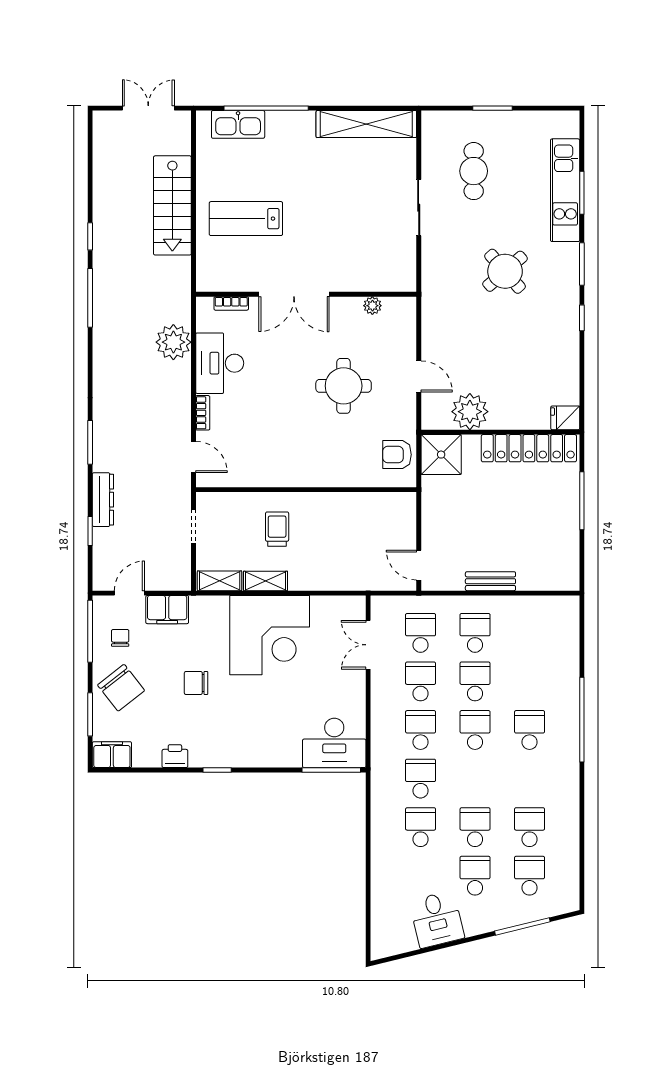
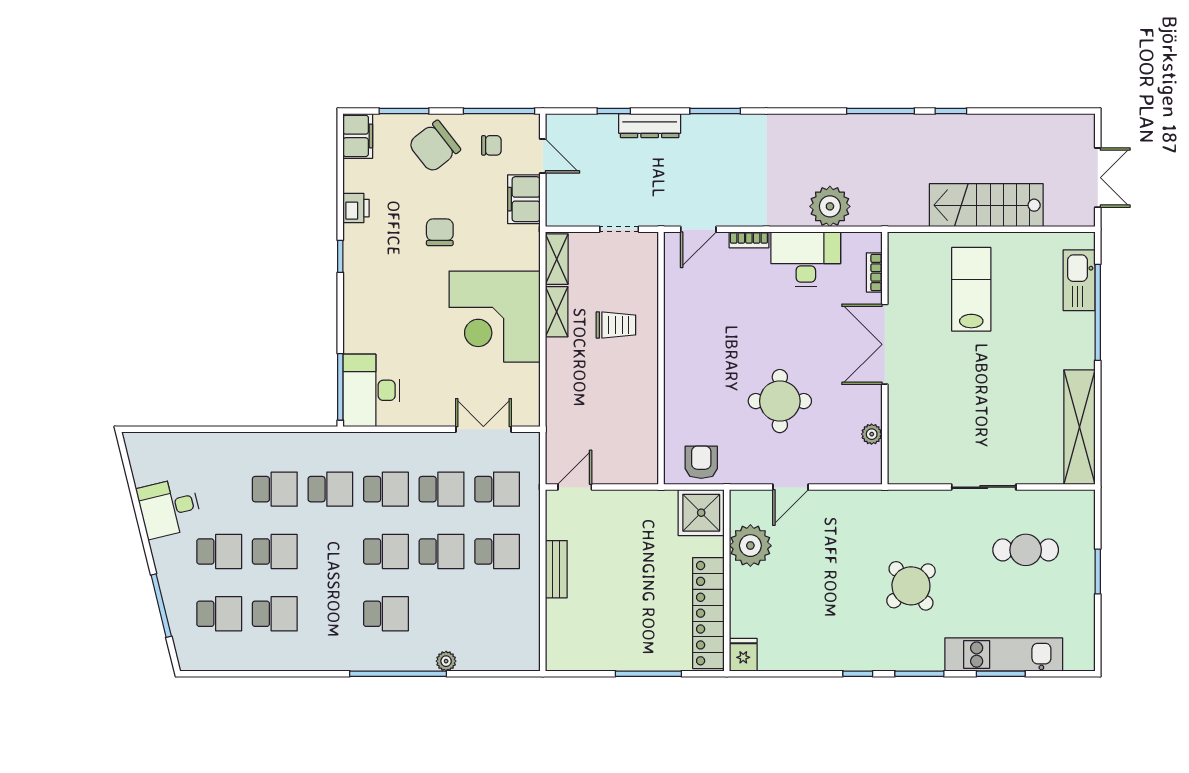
plant: (571, 677) -> (446, 661), added

